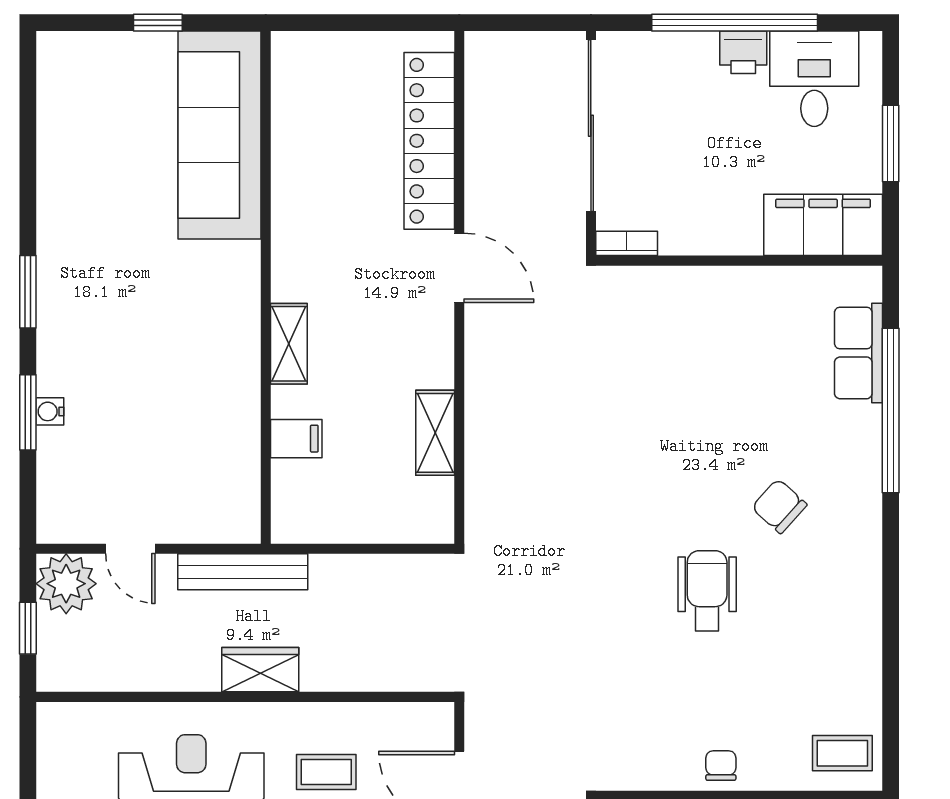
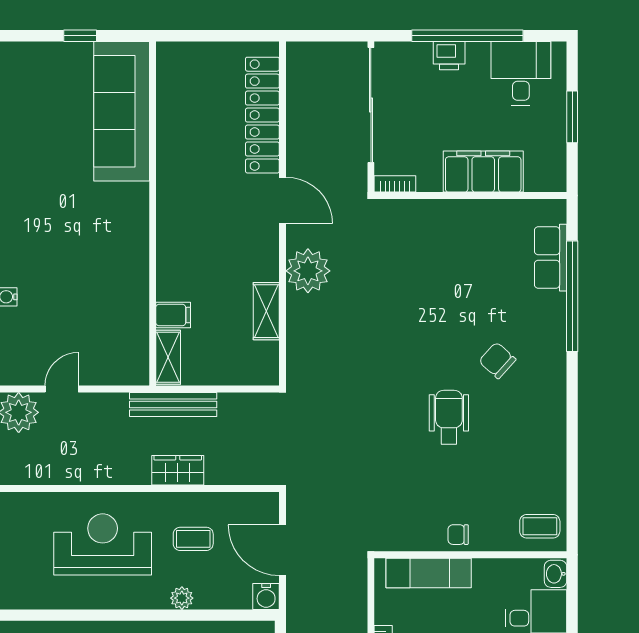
printer: (743, 52) -> (449, 56), moved
filing cabinet: (823, 225) -> (483, 172), moved
shelving: (289, 344) -> (168, 357), moved
plant: (497, 373) -> (308, 271), added
door: (130, 549) -> (62, 389), swing flipped
bench: (243, 572) -> (173, 404), moved
wardrobe: (260, 670) -> (178, 470), moved
chair: (721, 766) -> (458, 535), turned -90

